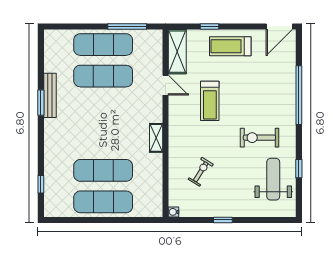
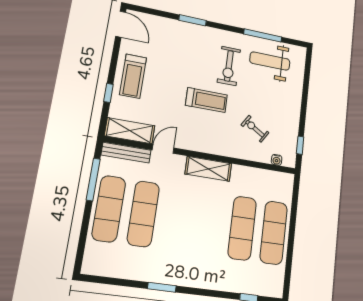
bench: (50, 95) -> (126, 153), moved
window: (299, 95) -> (193, 20), width x0.47
treadmill: (210, 101) -> (206, 100), moved
shelving: (156, 138) -> (208, 169), width x1.50, depth x1.33
window: (299, 169) -> (263, 35), width x2.17
water cooler: (174, 212) -> (277, 160), moved
window: (223, 220) -> (300, 145), moved

